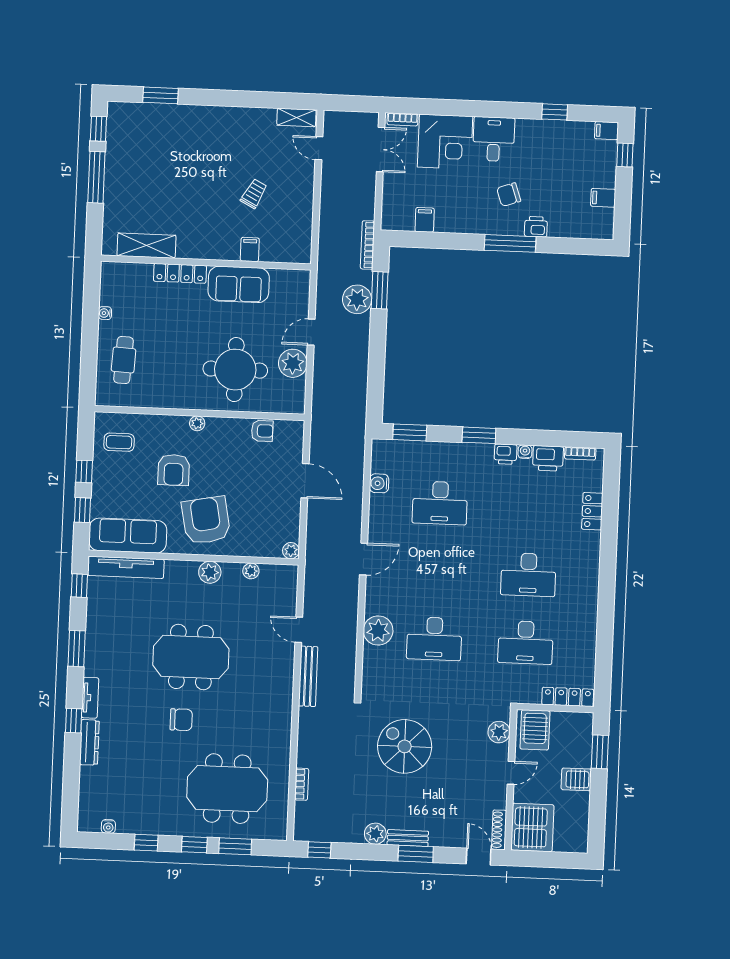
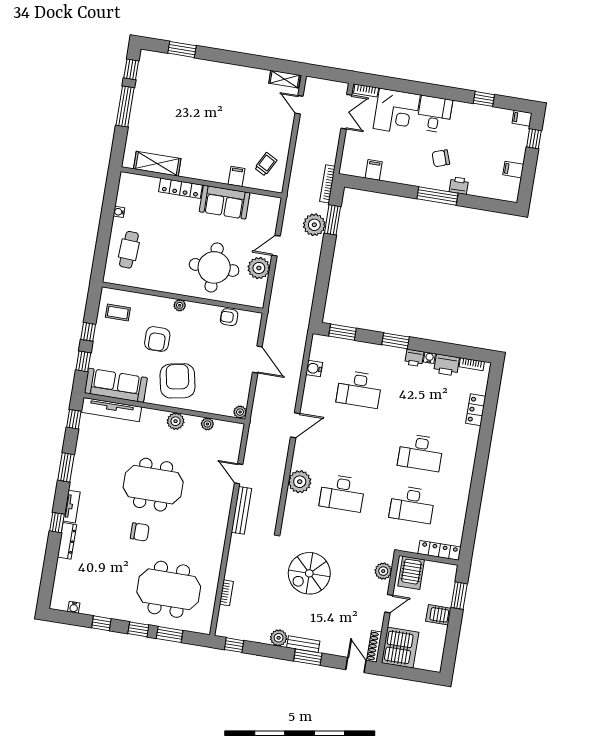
trolley: (254, 194) -> (266, 164), moved
armchair: (262, 431) -> (229, 317), turned 180
spiral stairs: (405, 746) -> (309, 573), turned -90

